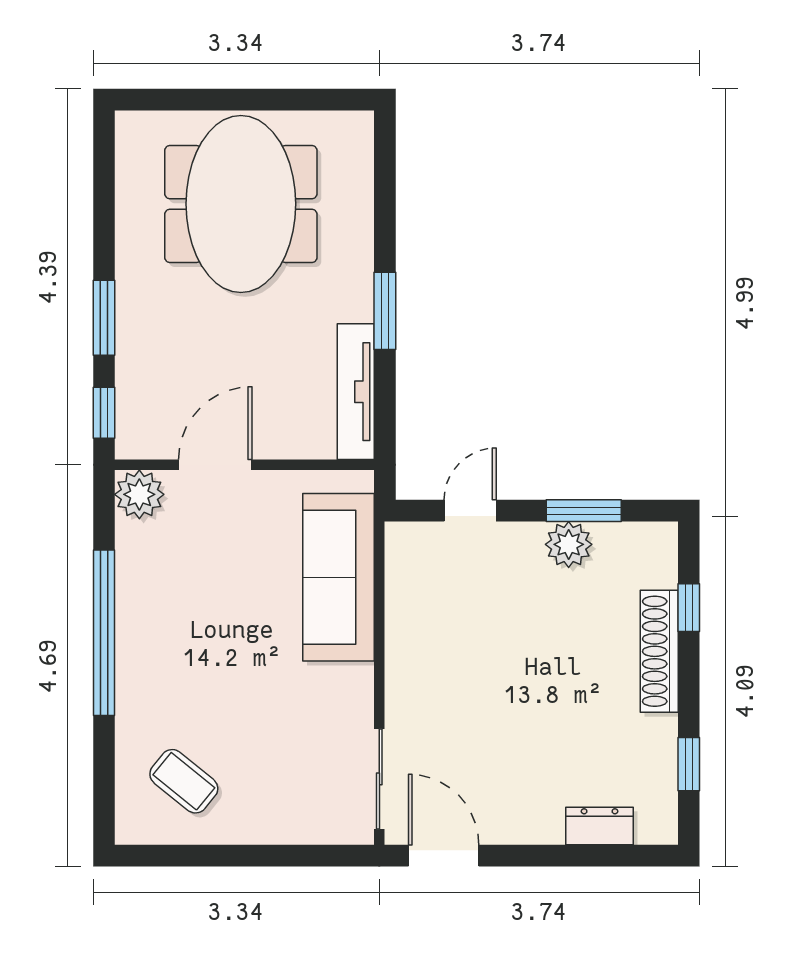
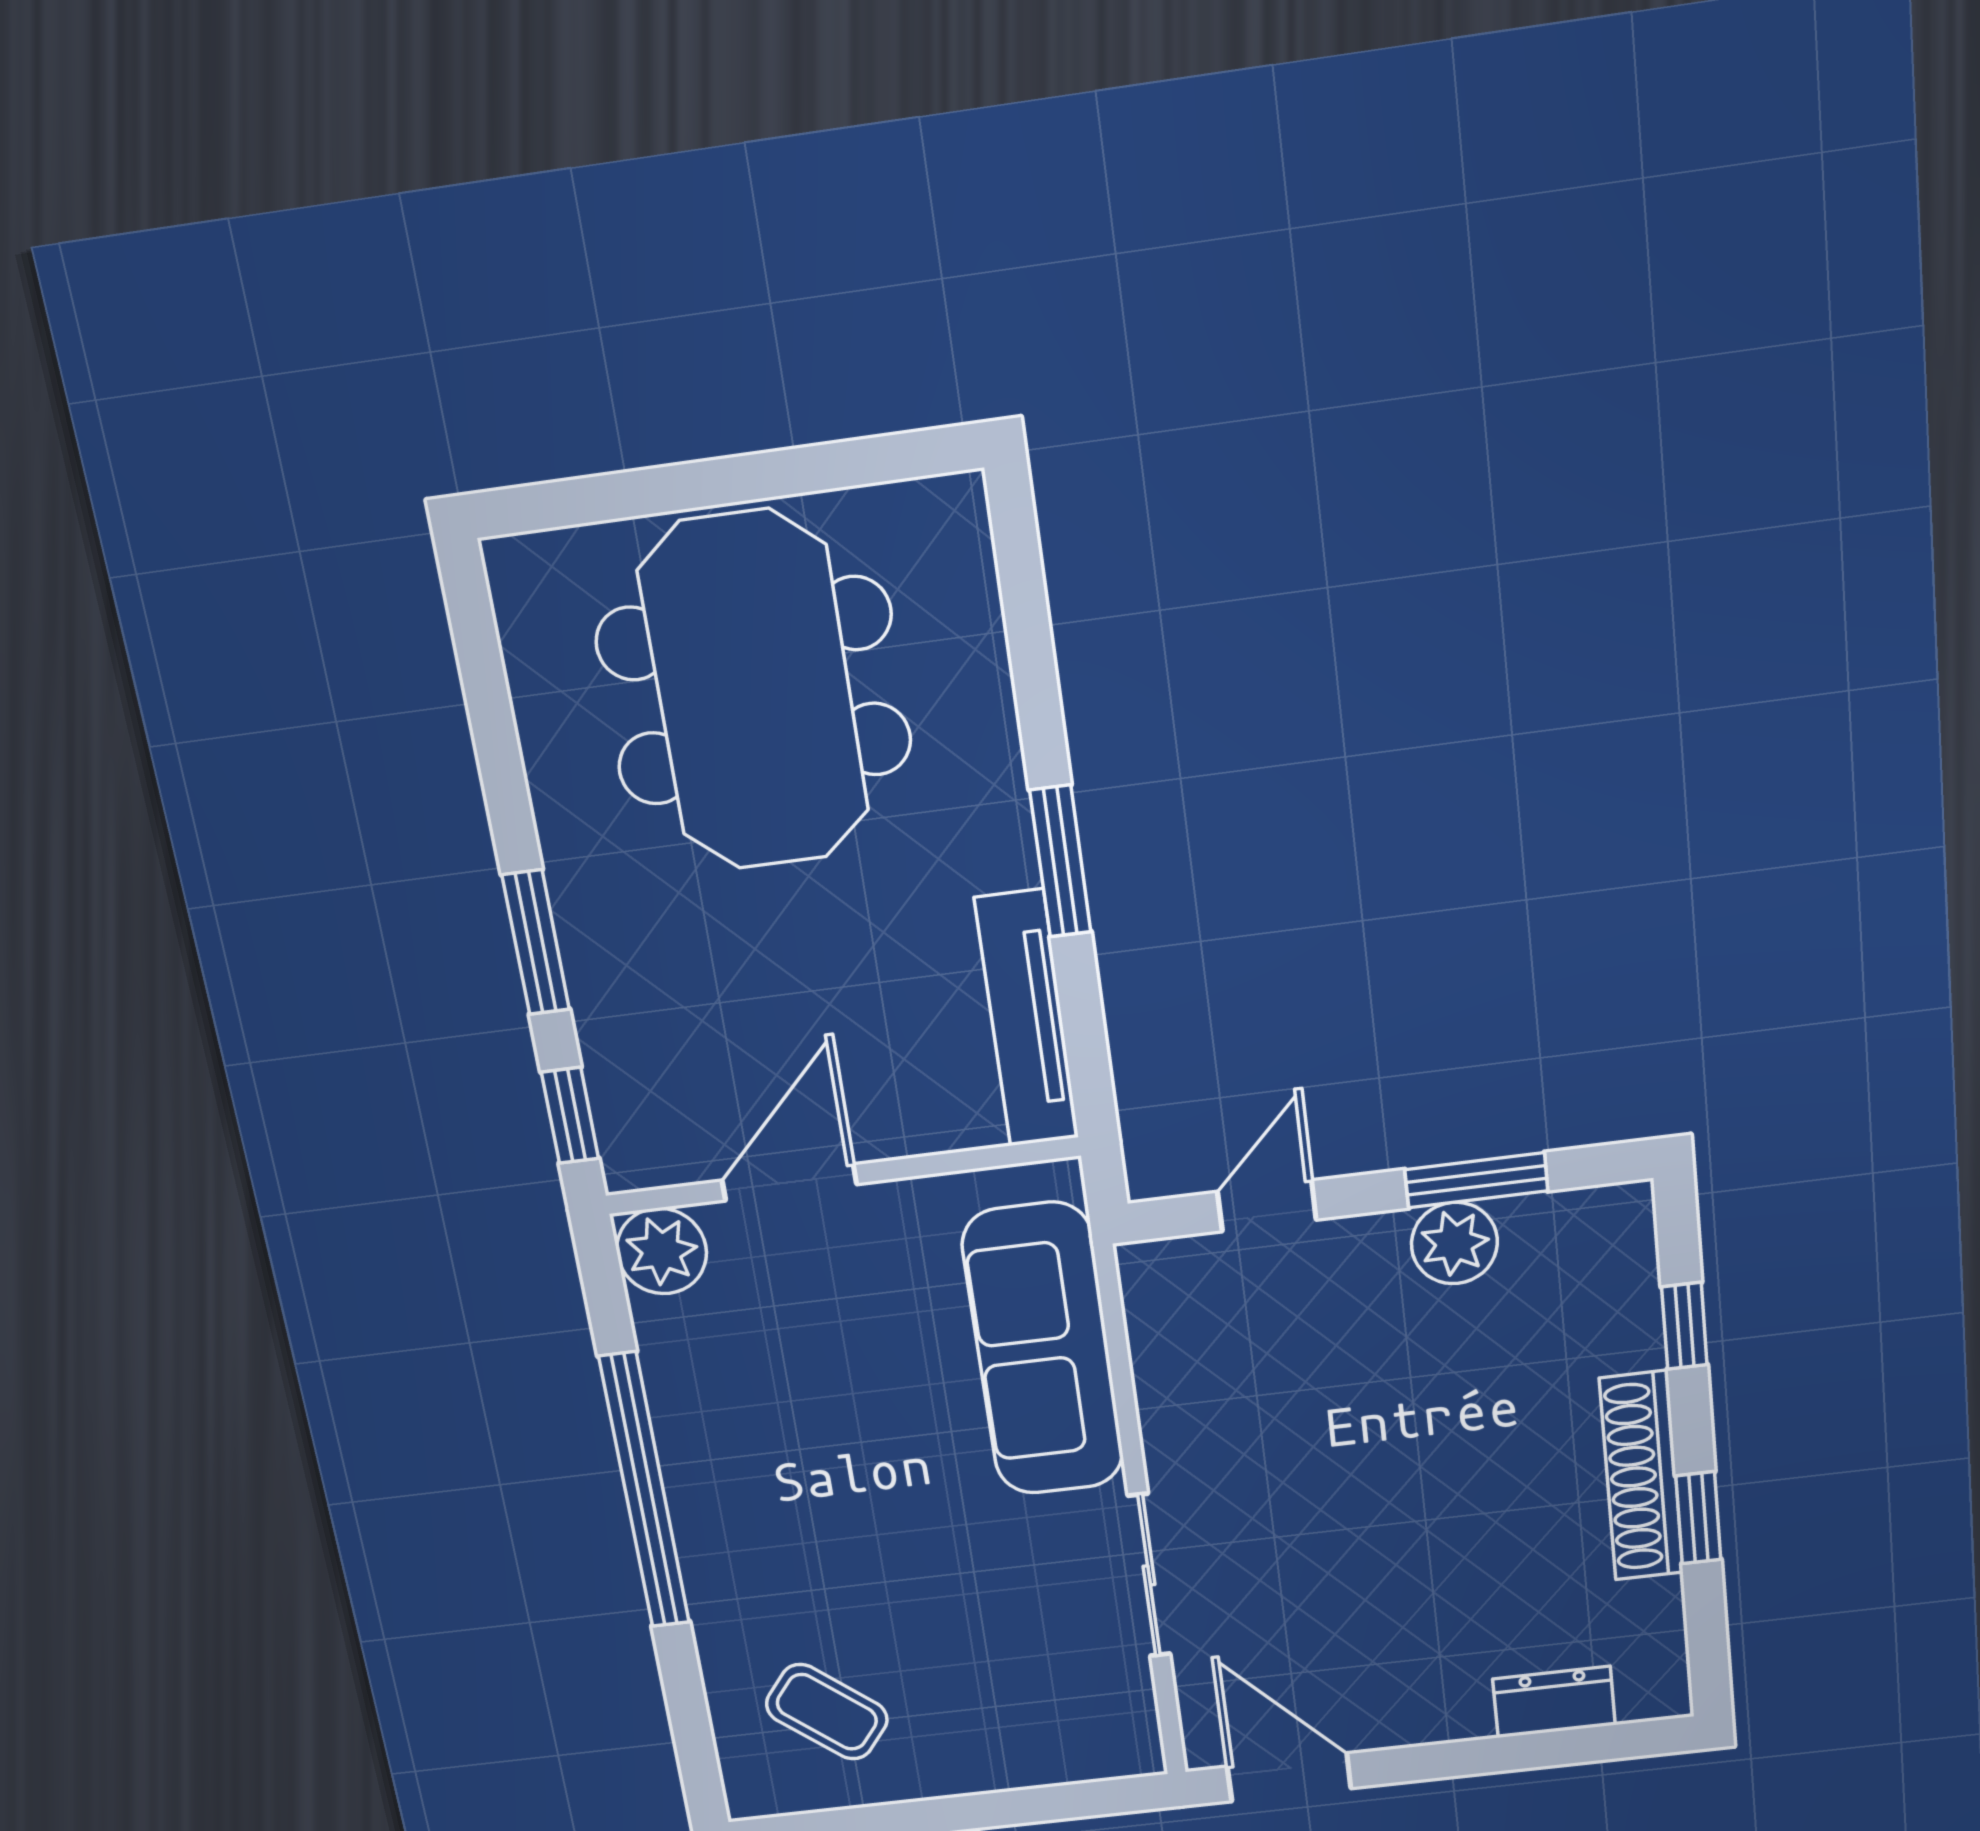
shoe rack: (659, 651) -> (1642, 1476), moved
window: (689, 764) -> (1698, 1518), moved
sliding door: (379, 779) -> (1149, 1575), moved

